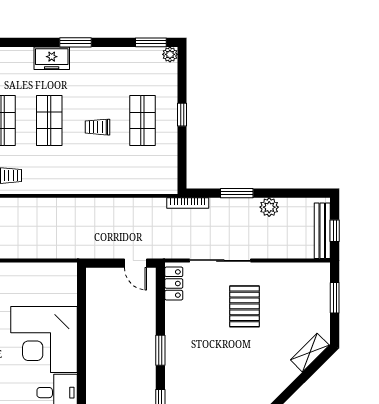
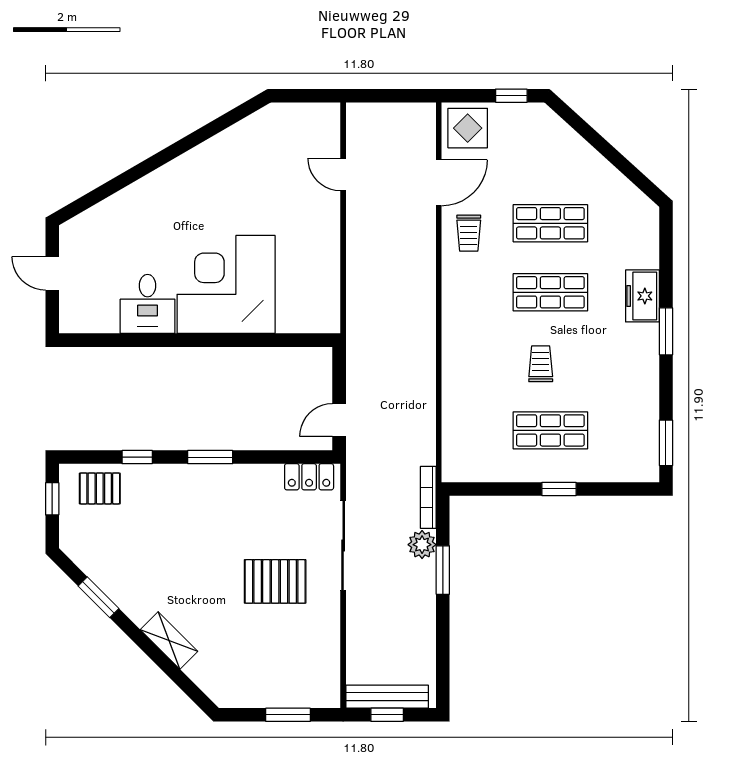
plant: (170, 54) -> (648, 471), removed
plant: (269, 207) -> (422, 545), moved
shelving: (310, 353) -> (169, 640), moved

